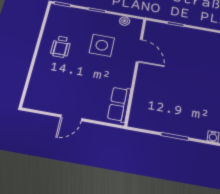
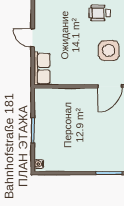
row of seats: (119, 104) -> (42, 69), moved, turned 90

